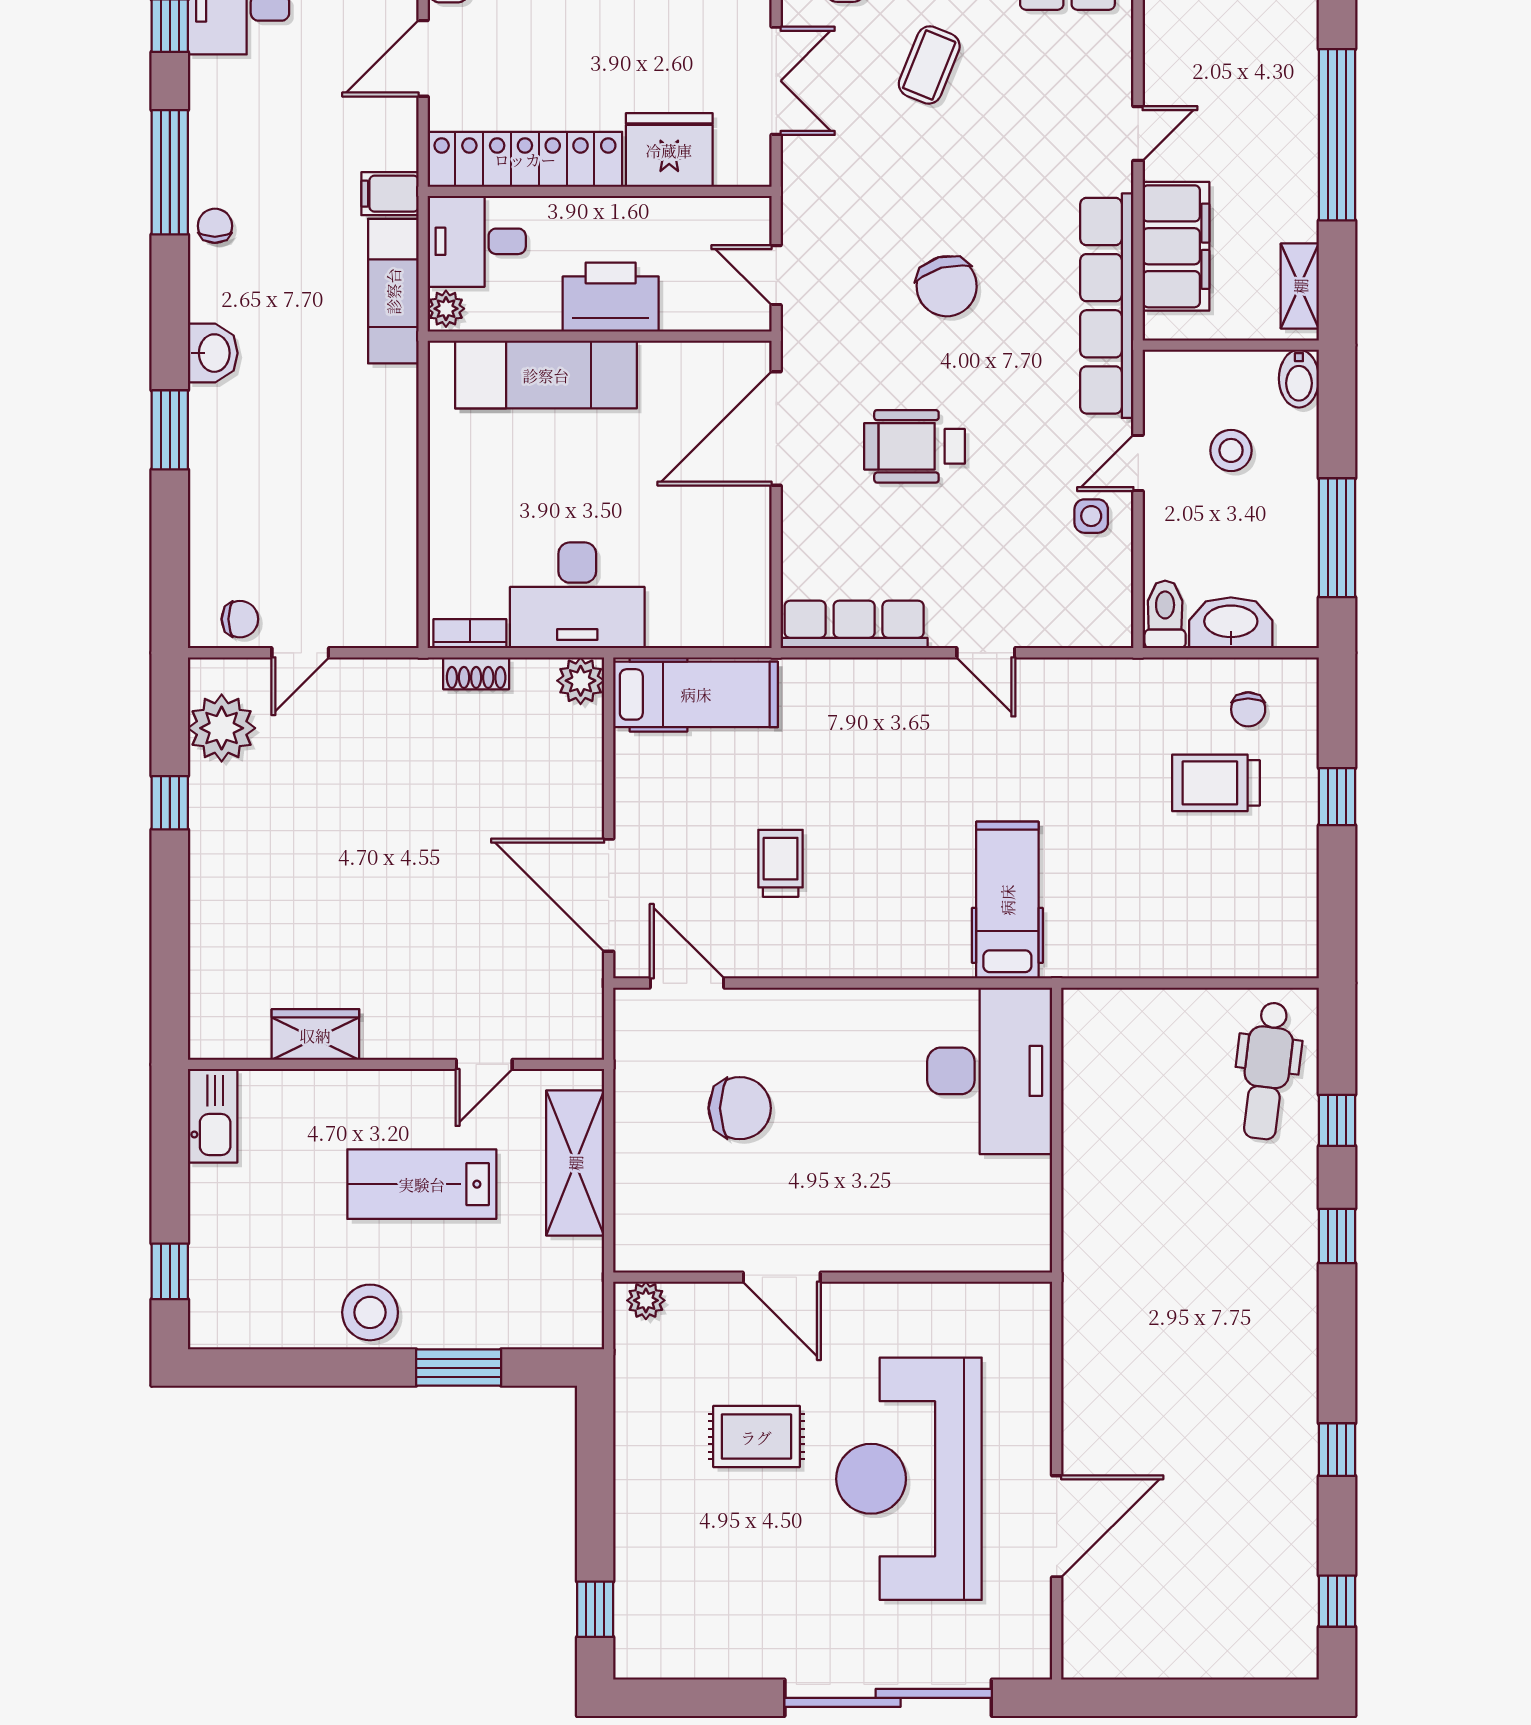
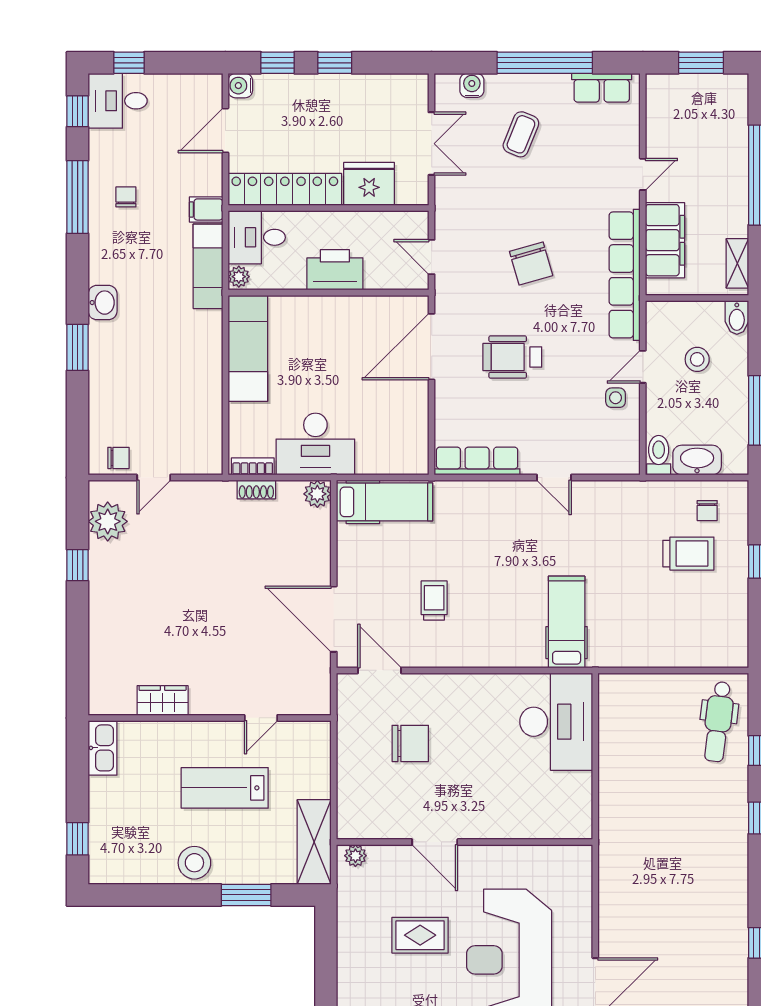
chair: (215, 226) -> (126, 197), moved
exam couch: (546, 375) -> (248, 348), moved, turned -90
trolley: (1216, 783) -> (688, 554), turned 180
shelving: (575, 1163) -> (314, 842), moved

